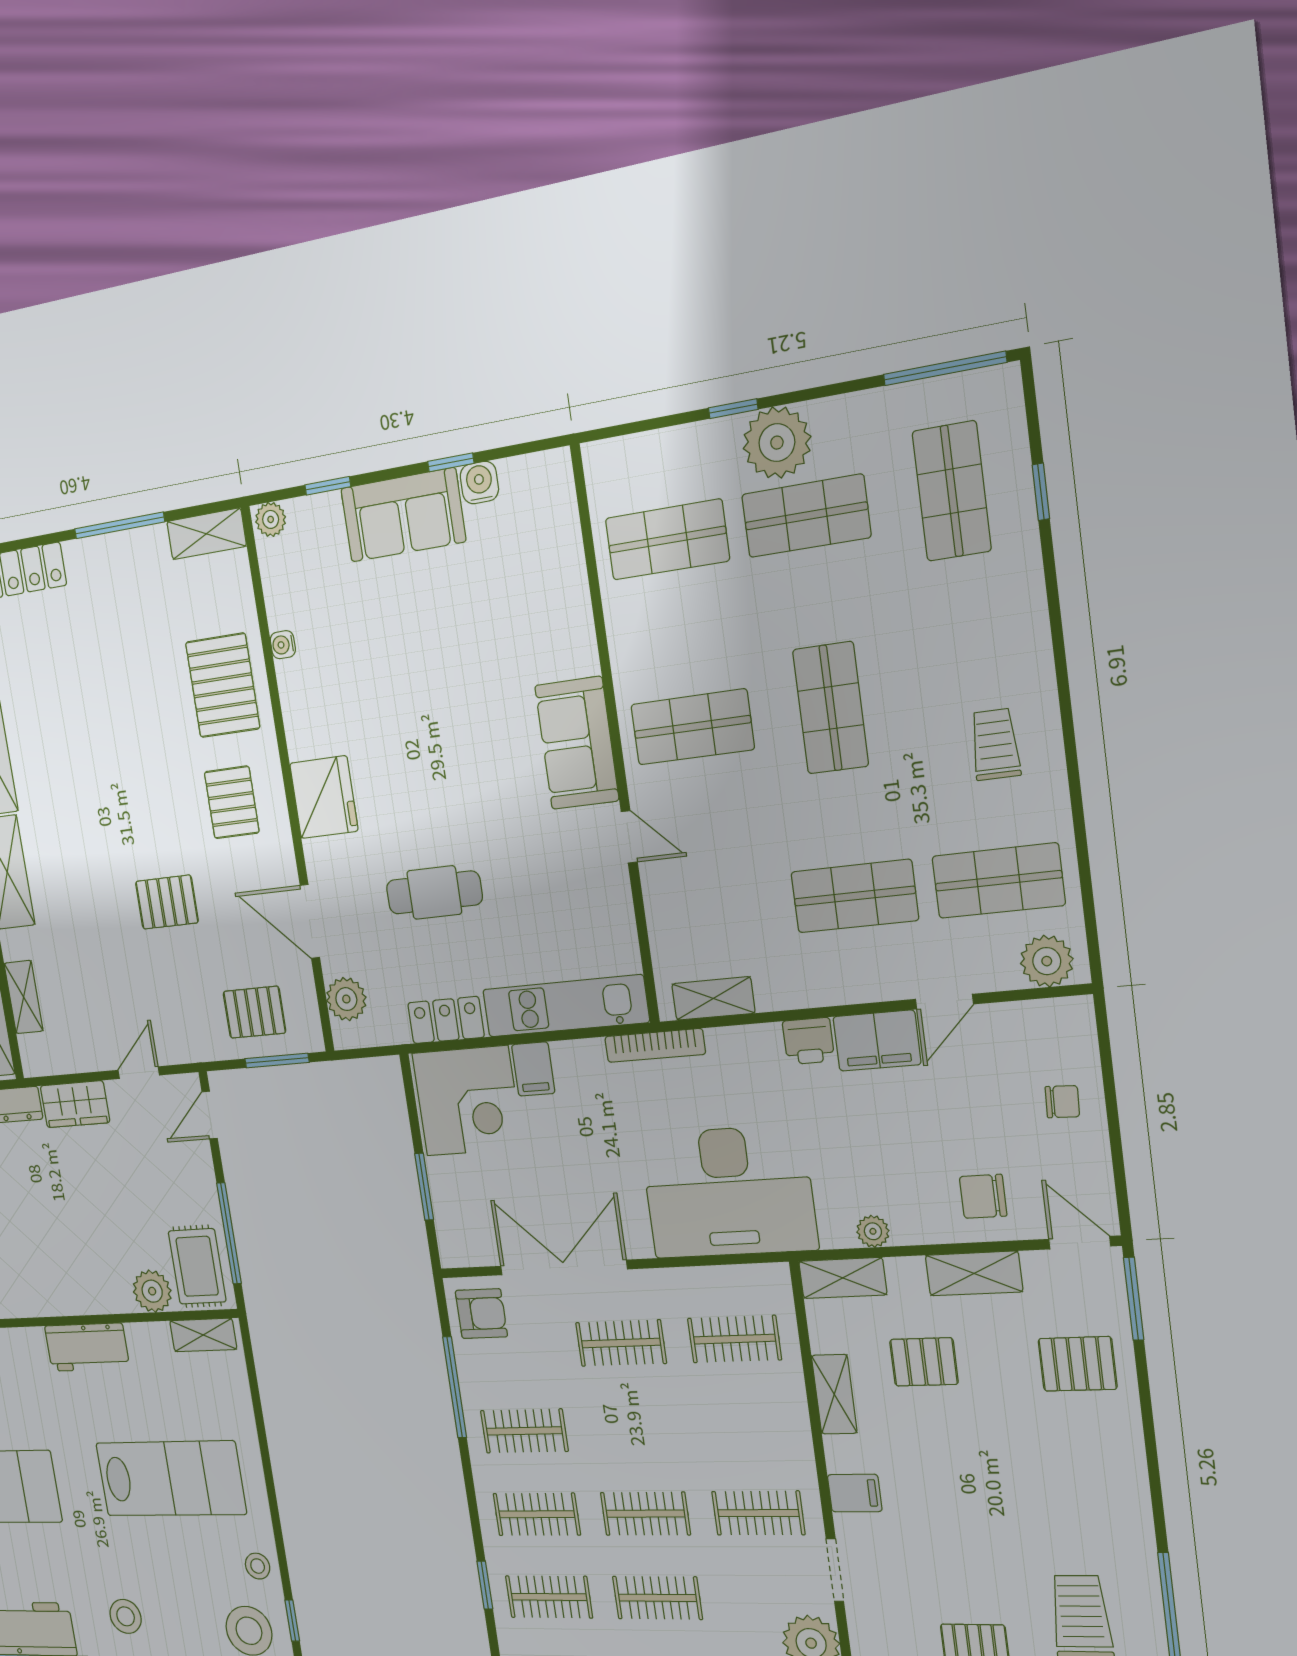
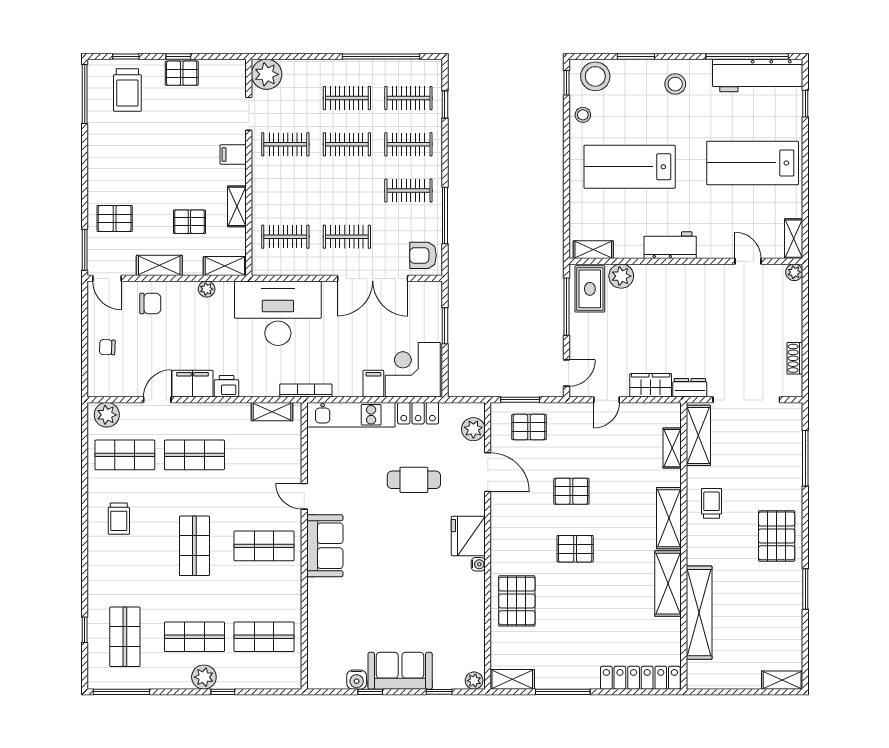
plant: (777, 443) -> (204, 677), width x0.73, depth x0.73
water cooler: (283, 645) -> (478, 564), moved
pallet: (232, 802) -> (575, 549), moved, turned 90

